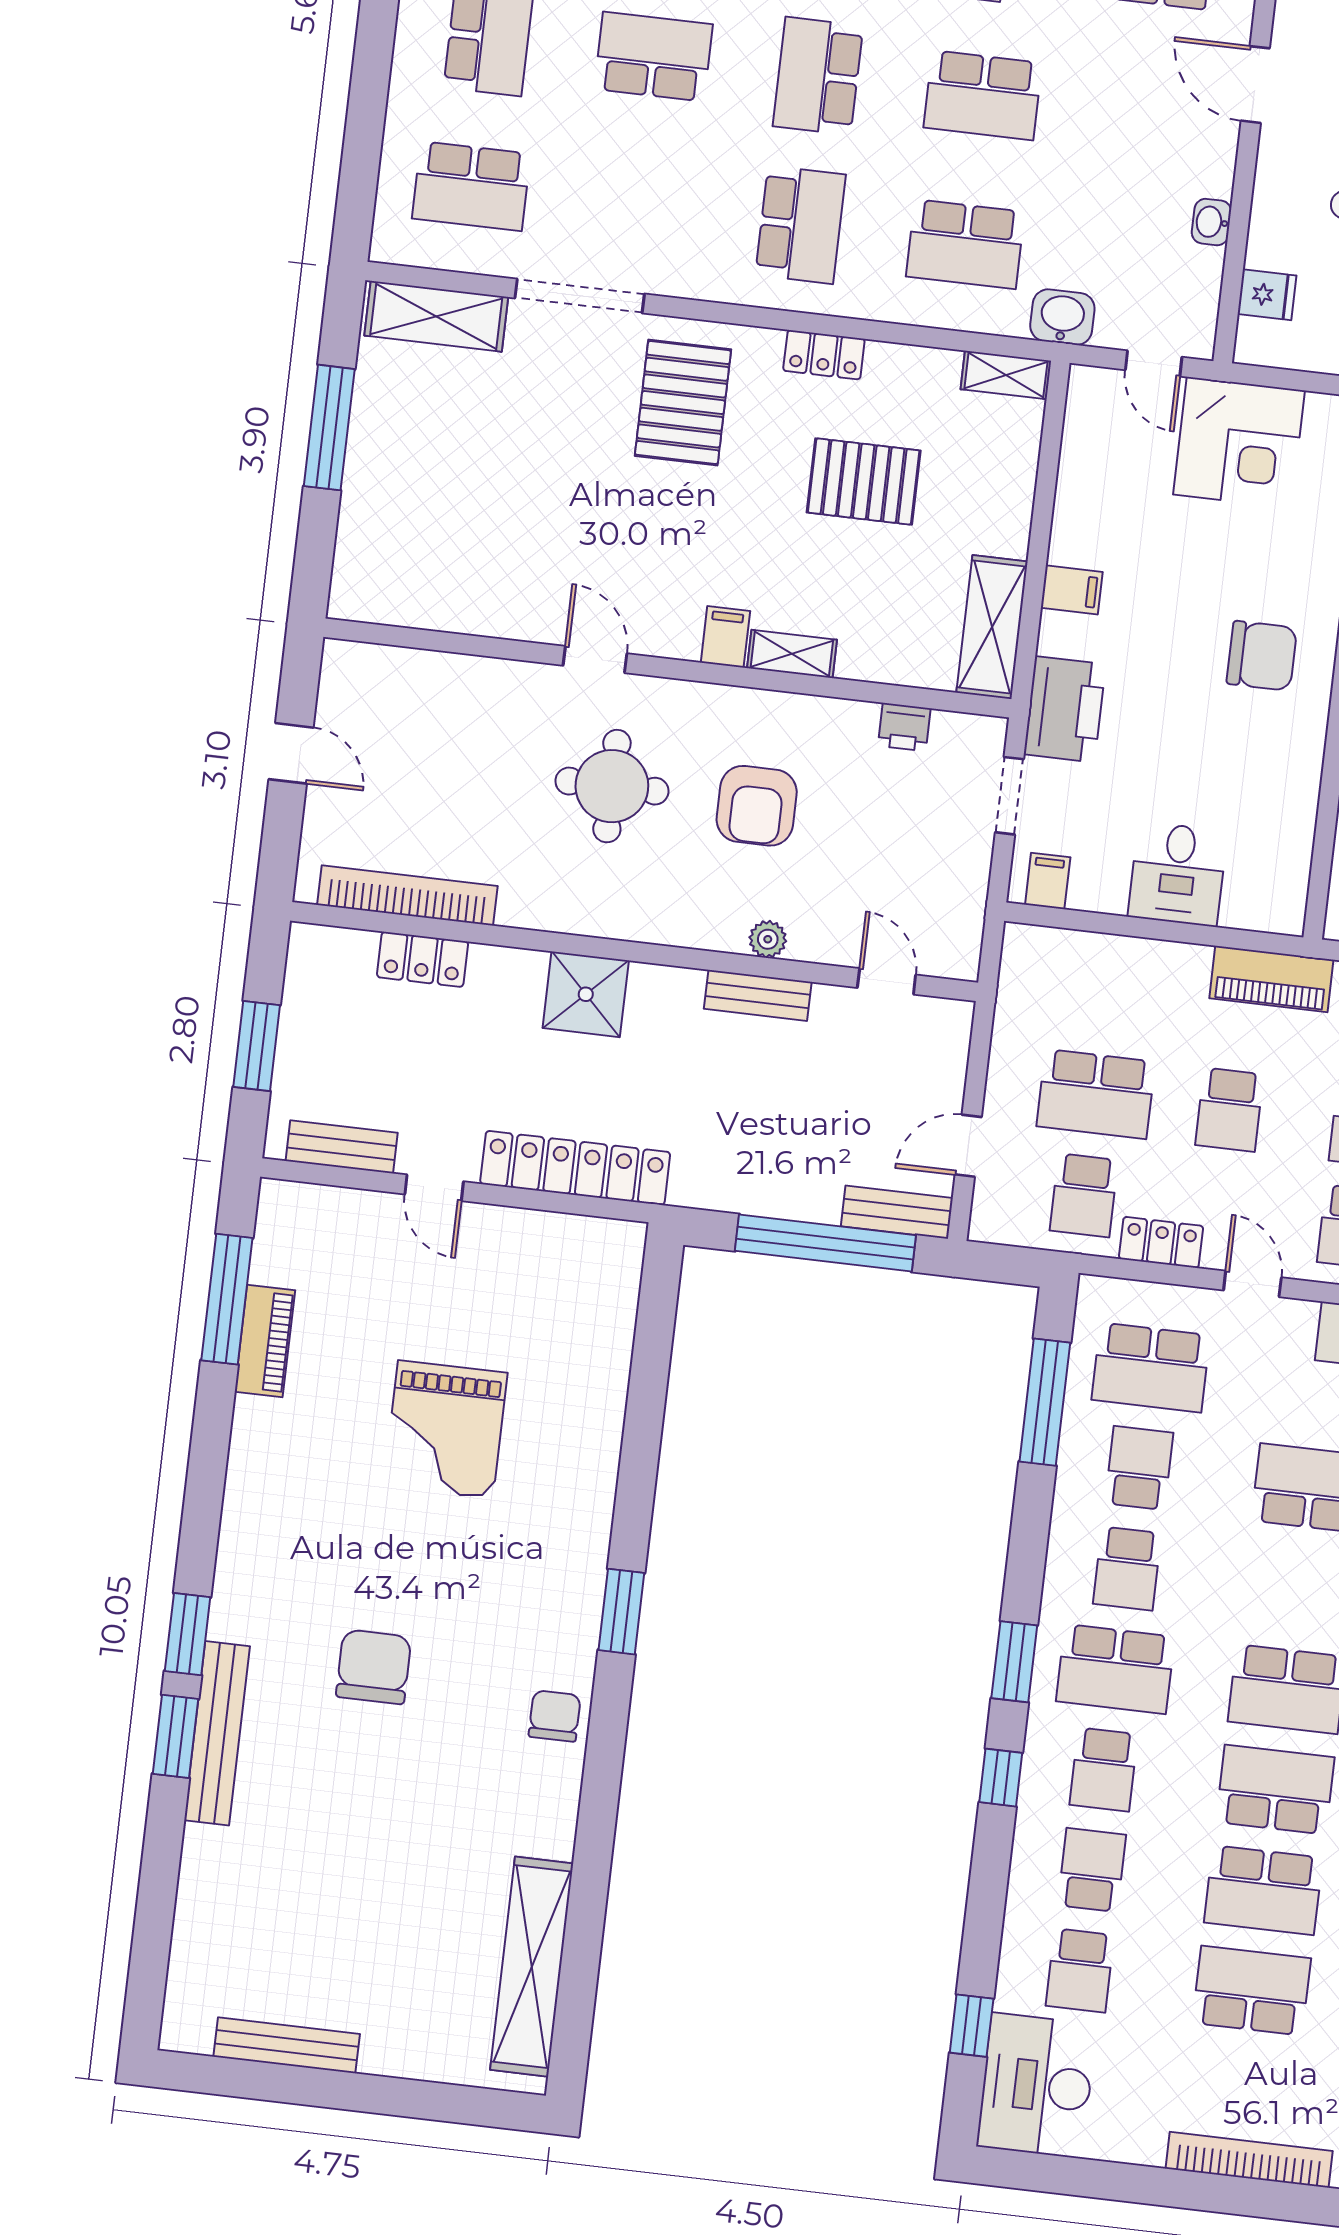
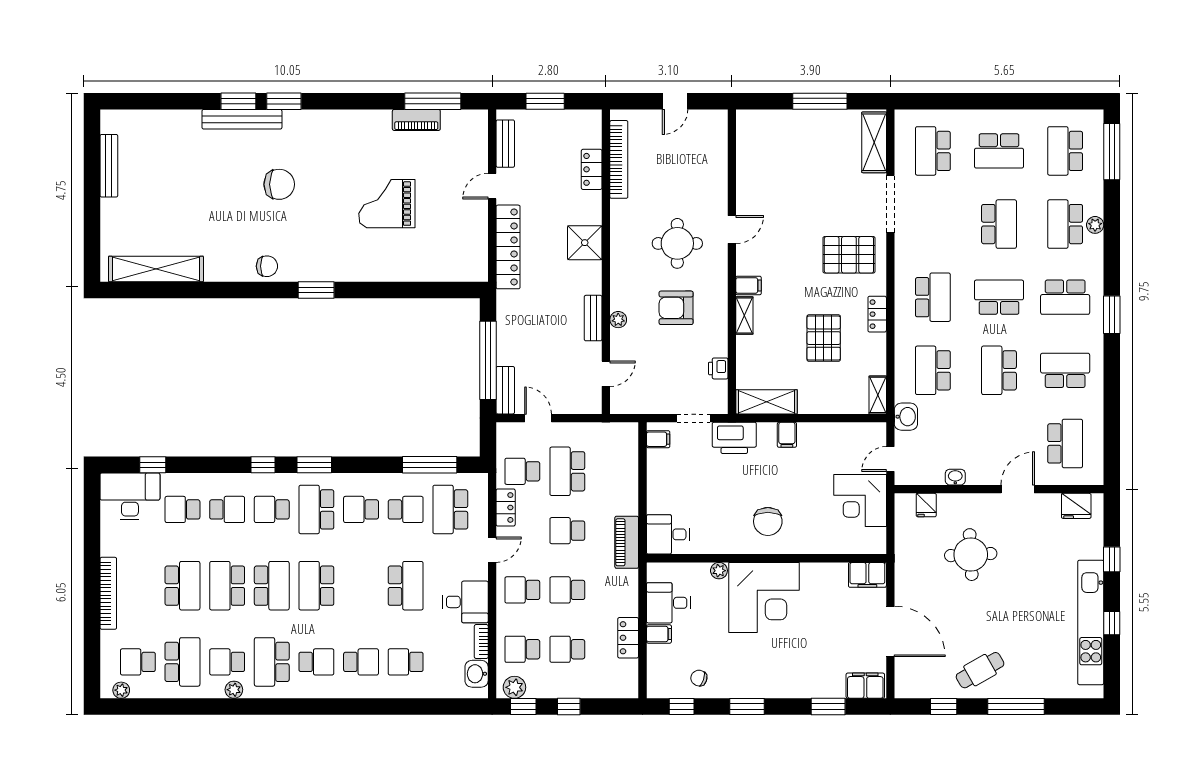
school desk: (801, 225) -> (933, 297), turned -90
desk: (1178, 874) -> (668, 534), moved

